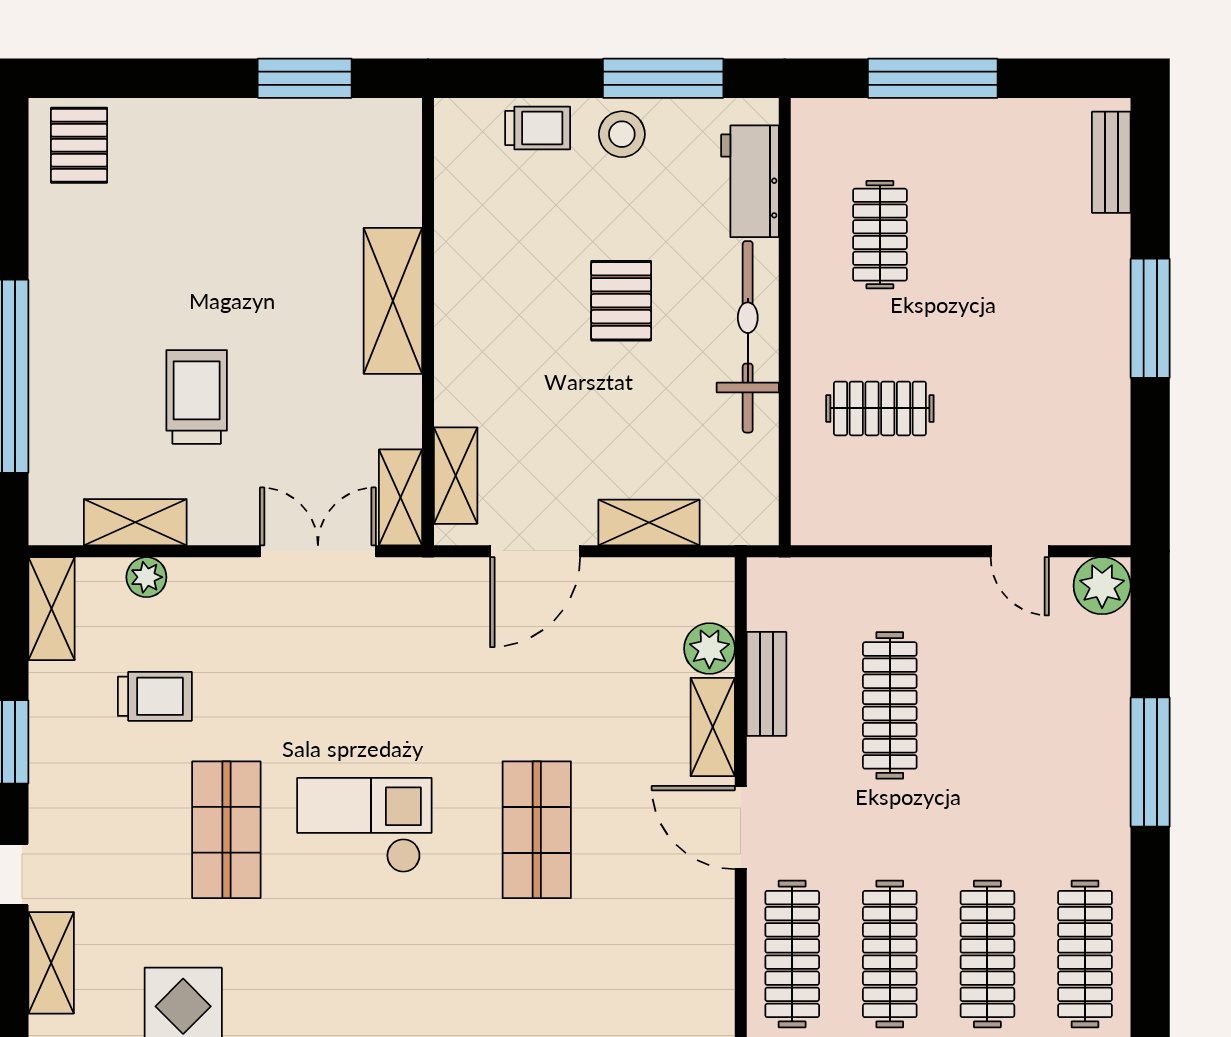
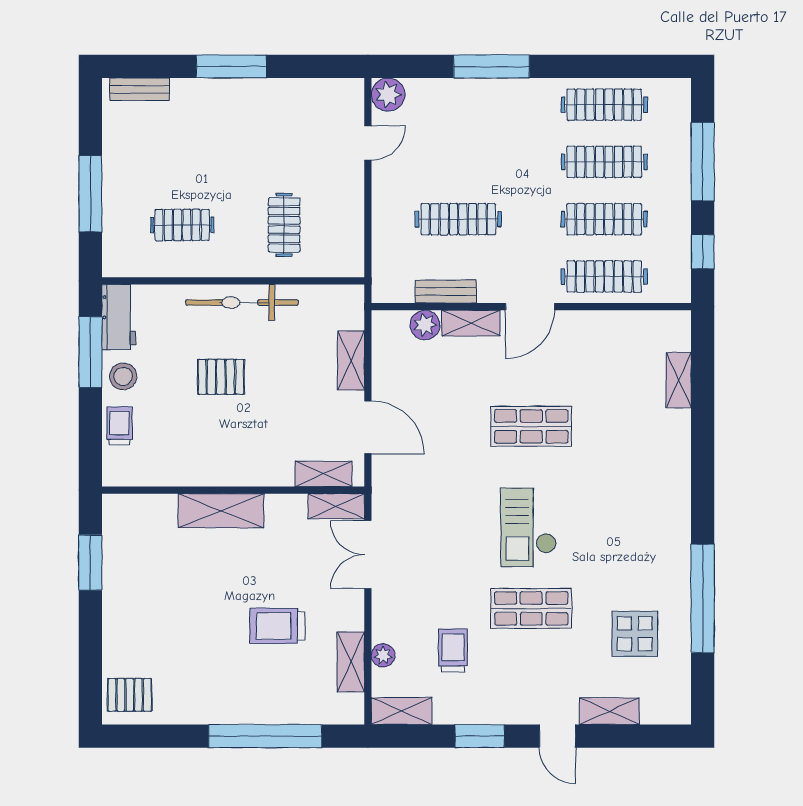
workbench: (750, 181) -> (119, 317), moved, turned -90

